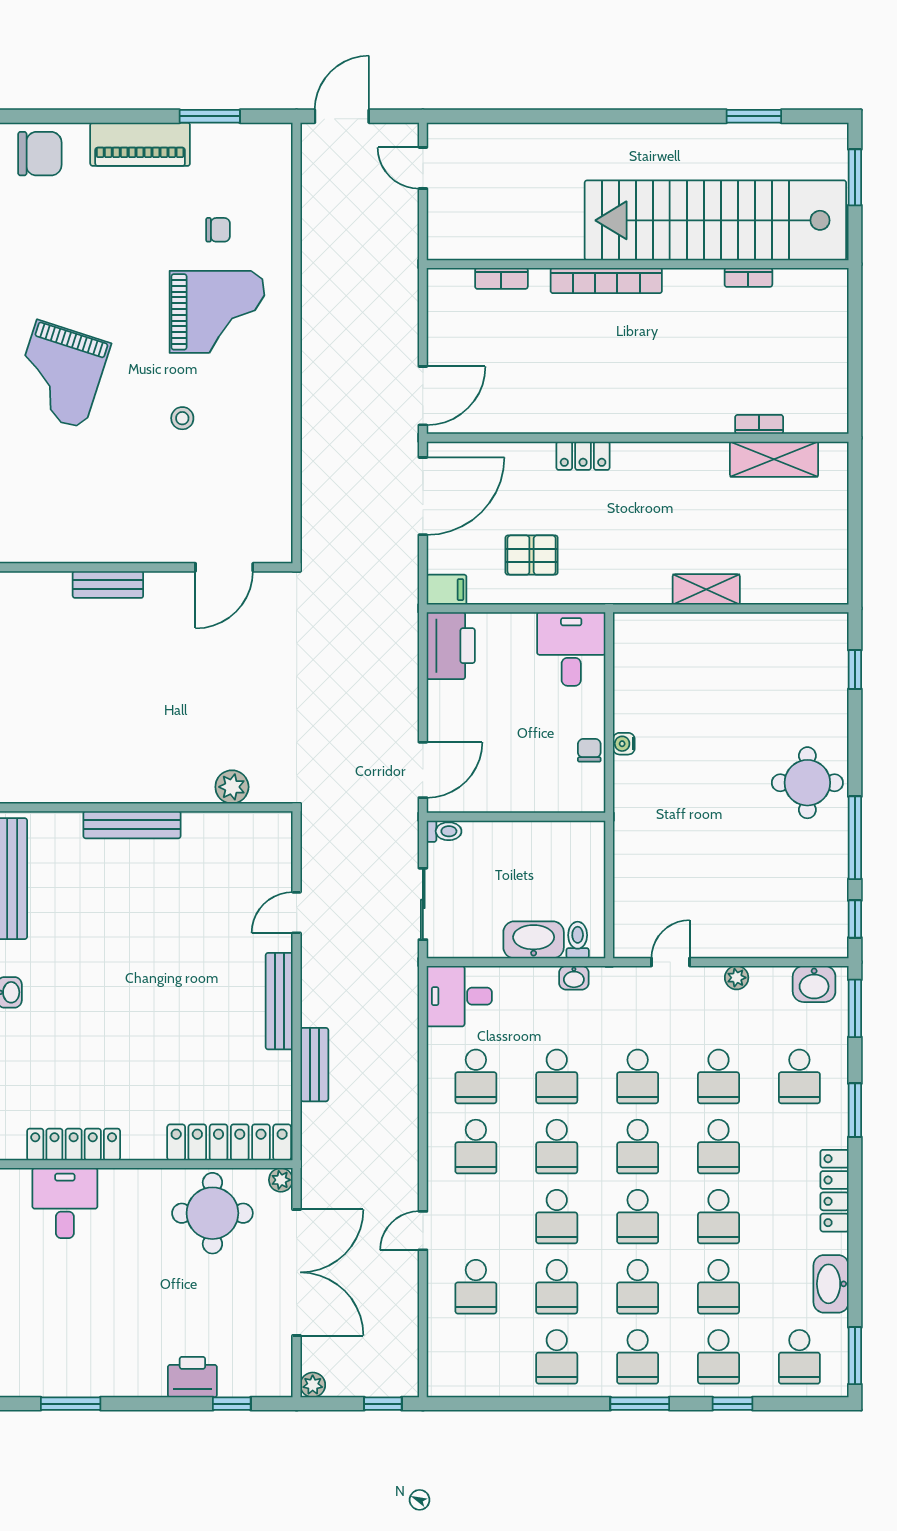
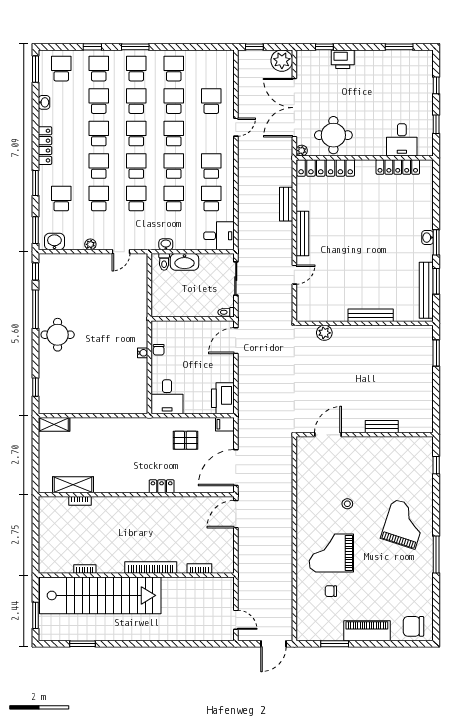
shelving: (706, 589) -> (54, 424), moved
washbasin: (831, 1284) -> (44, 102), width x0.52, depth x0.69
plant: (313, 1385) -> (282, 61), width x1.88, depth x1.88

